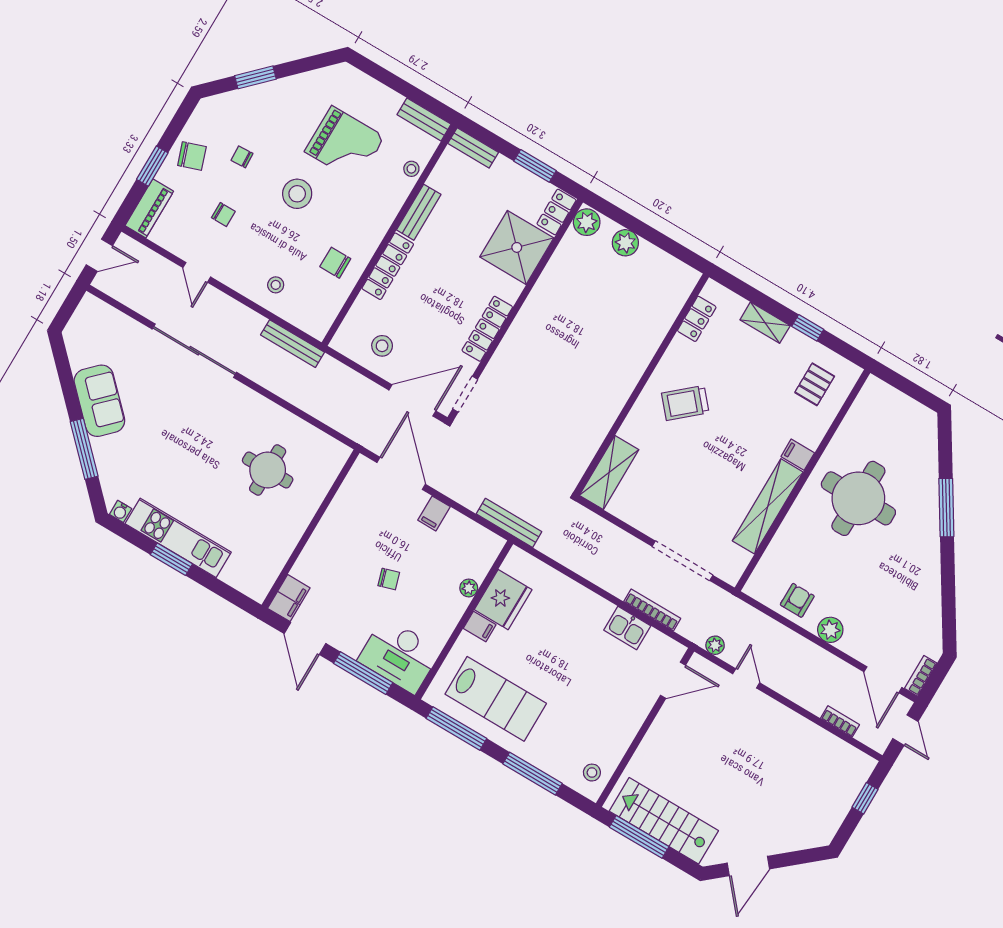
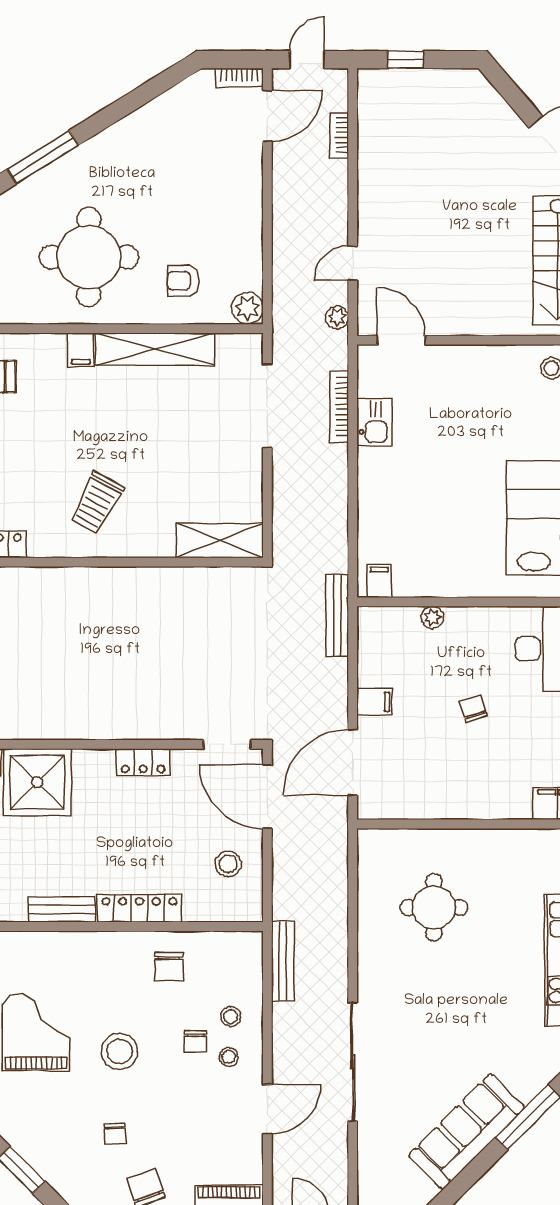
stool: (411, 169) -> (229, 1057), moved
chair: (223, 215) -> (195, 1041), moved, turned 180
door: (197, 272) -> (267, 1109), width x1.38
locker: (487, 329) -> (143, 762), width x0.66
sofa: (99, 401) -> (467, 1131), width x1.36
trolley: (685, 403) -> (97, 503), turned 69
fridge: (503, 600) -> (423, 573), removed
armchair: (797, 600) -> (183, 281), moved
filing cabinet: (480, 626) -> (379, 581), moved
plant: (830, 630) -> (247, 308), moved

